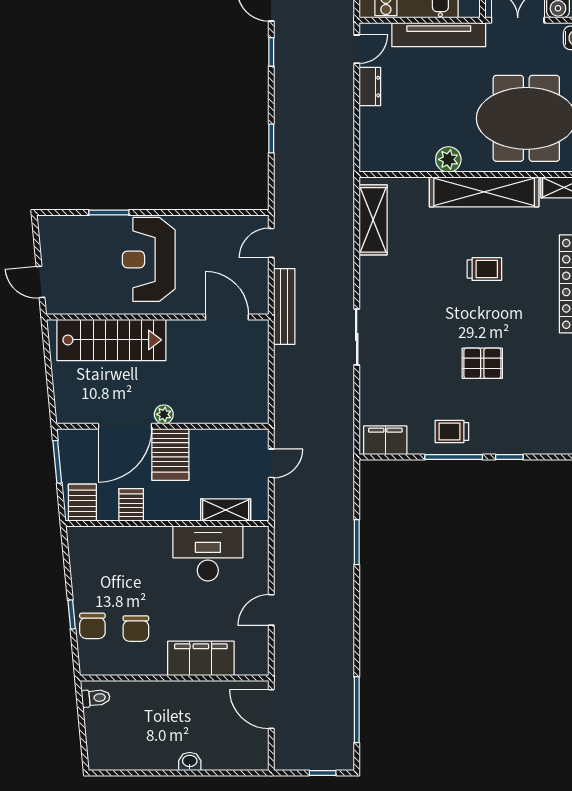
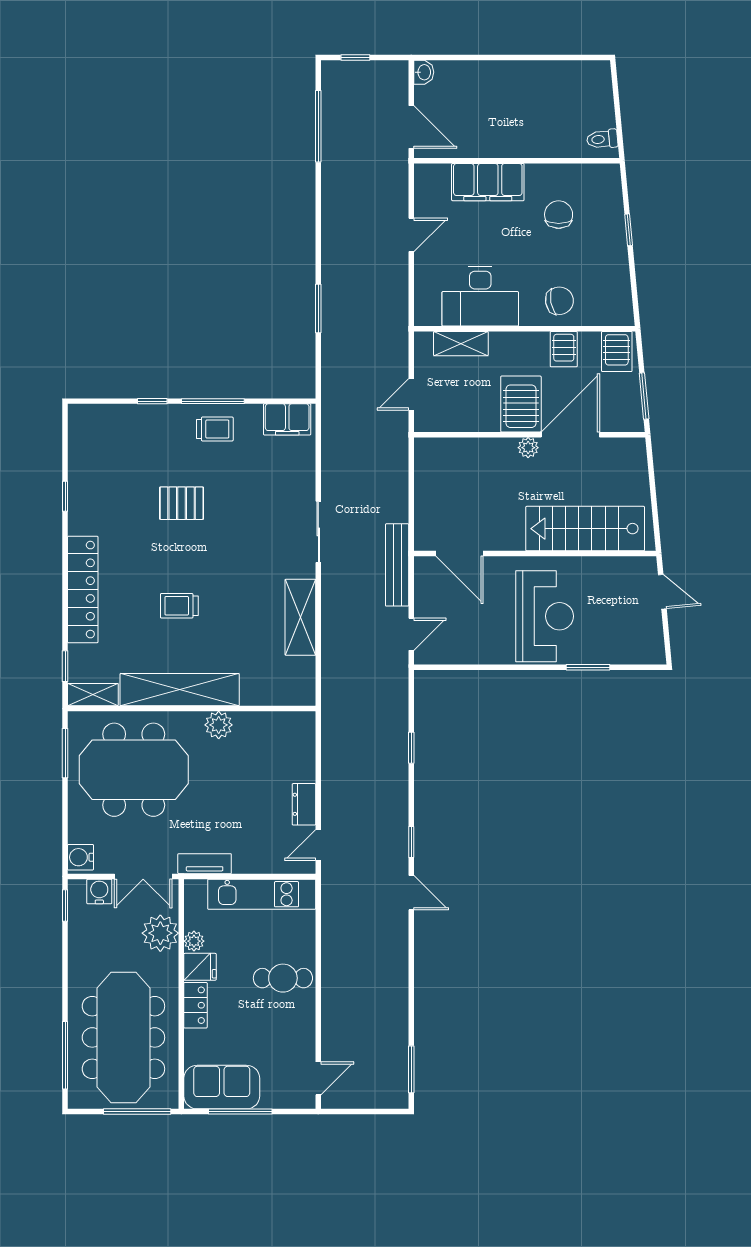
tv unit: (439, 35) -> (205, 864), width x0.52, depth x0.78
shelving: (373, 220) -> (300, 617), moved
chair: (92, 626) -> (559, 301), moved, turned 80
washbasin: (190, 761) -> (424, 72), moved, turned -90

